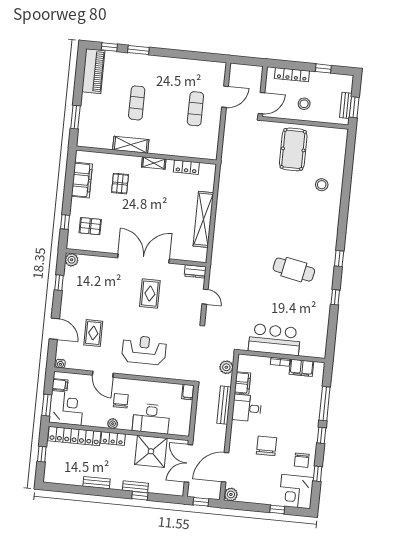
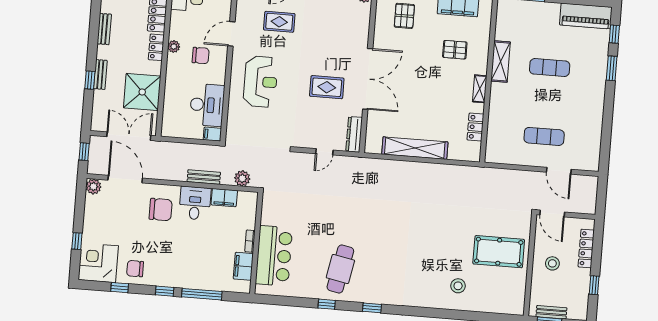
cafe table: (294, 270) -> (340, 269), moved
dresser: (195, 271) -> (354, 134), width x1.44
bar counter: (274, 340) -> (274, 256), moved
bench: (224, 405) -> (204, 177), width x0.73
desk: (151, 419) -> (207, 105), moved, turned 180
chair: (267, 446) -> (161, 210), moved

